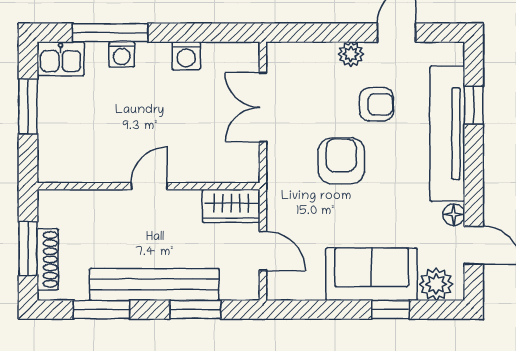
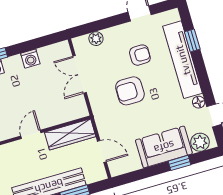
plant: (351, 54) -> (96, 39), moved
armchair: (341, 161) -> (130, 91), turned -90
wardrobe: (231, 206) -> (70, 134), width x1.50

